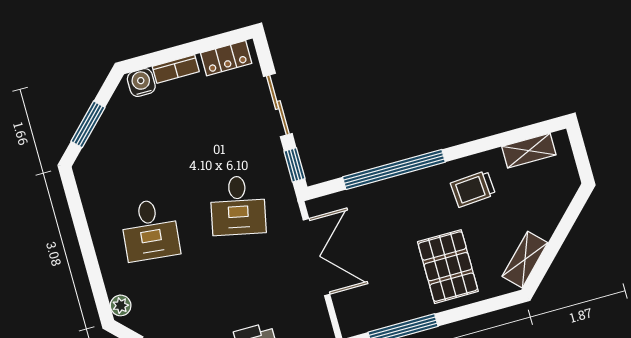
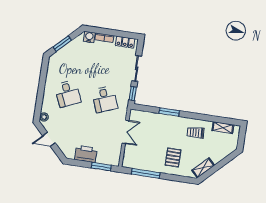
window: (394, 169) -> (169, 112), width x0.47
desk: (238, 205) -> (105, 99), turned -33
desk: (150, 230) -> (68, 94), turned -30
double door: (317, 257) -> (125, 132), width x0.73
pallet: (448, 267) -> (173, 157), width x0.67, depth x0.71

